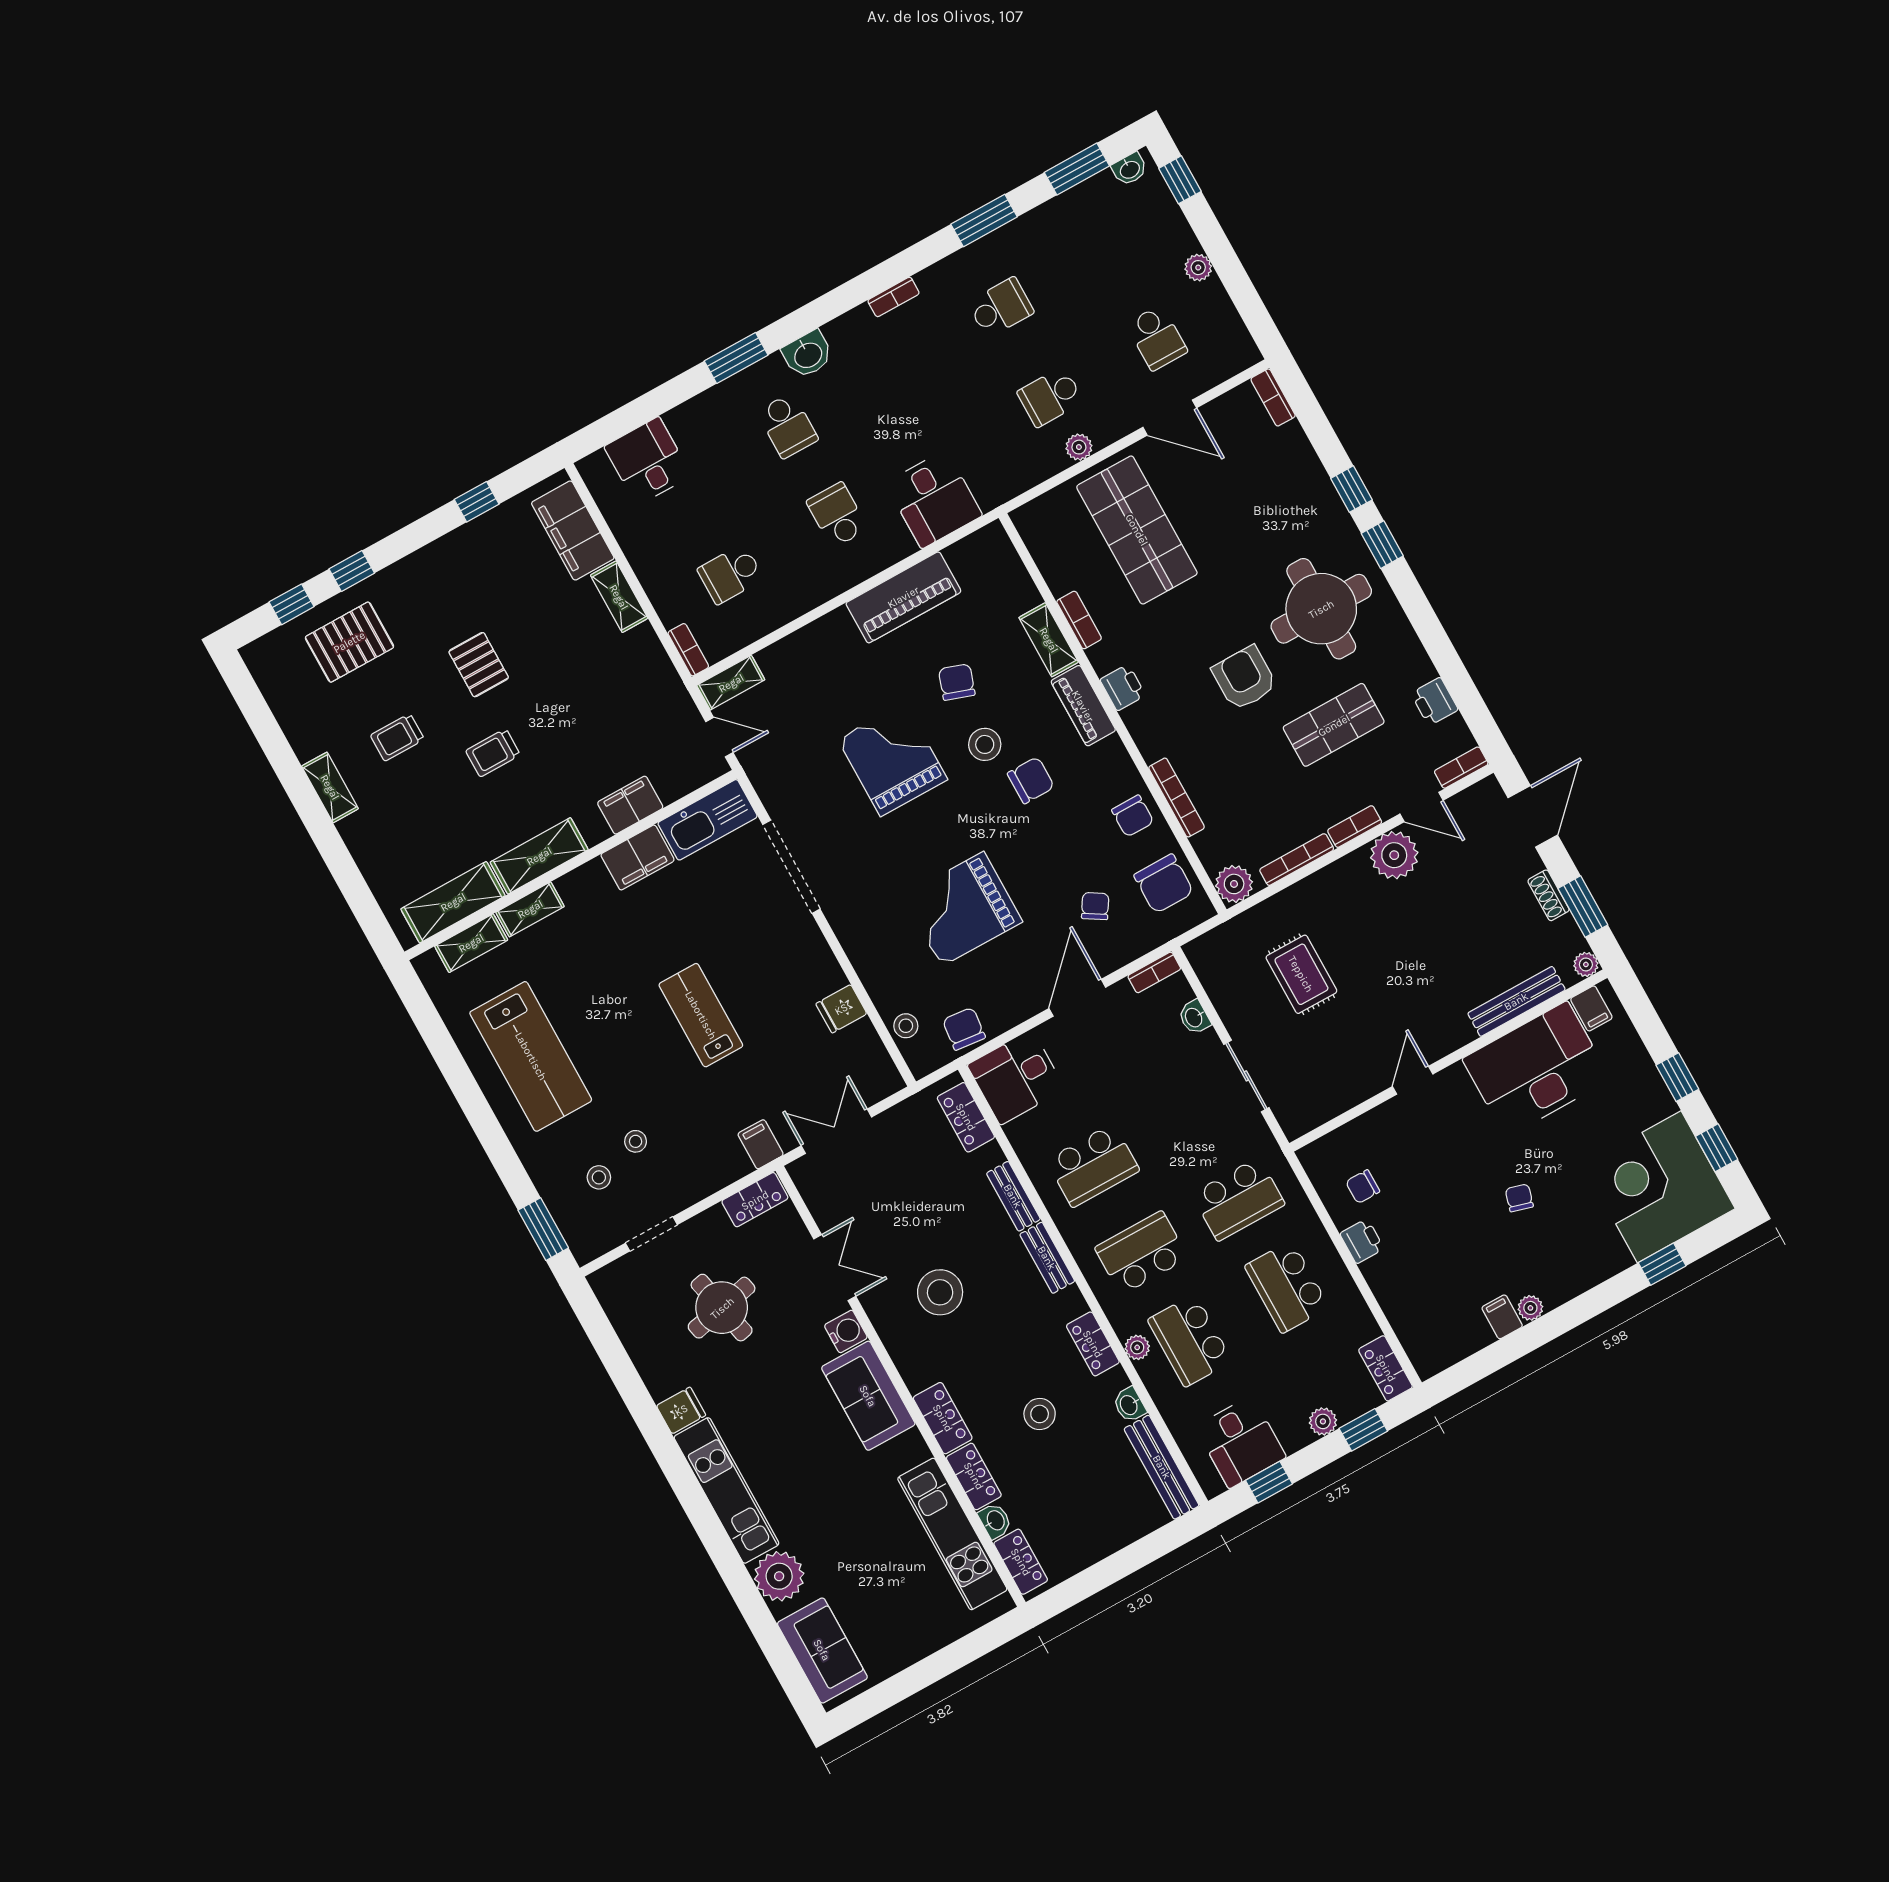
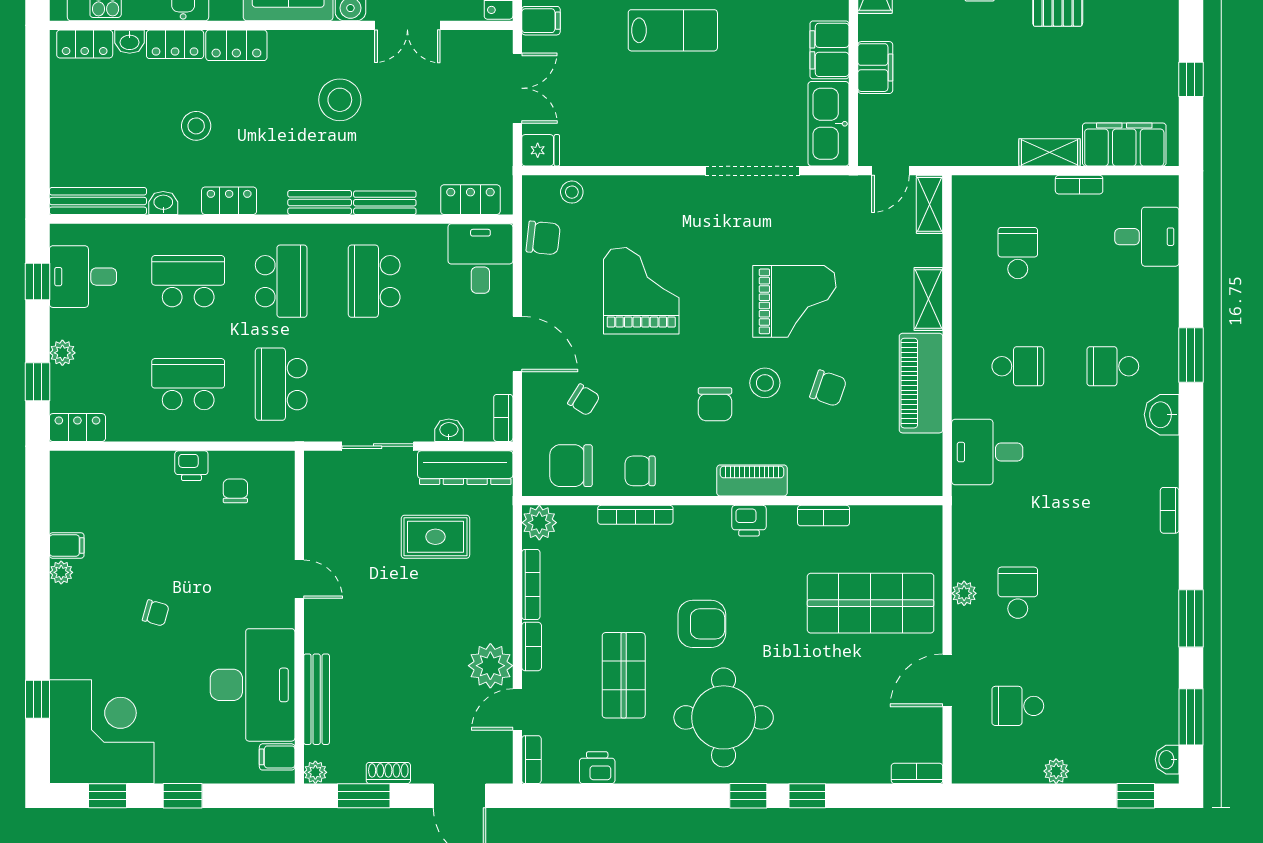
school desk: (1001, 307) -> (1113, 593), removed
shelving: (1049, 640) -> (928, 299), moved, turned 90
bookcase: (688, 650) -> (1079, 185), moved
dresser: (1221, 982) -> (465, 468), added
fridge: (841, 1009) -> (541, 150), moved, turned 90
plant: (1137, 1347) -> (206, 235), removed

